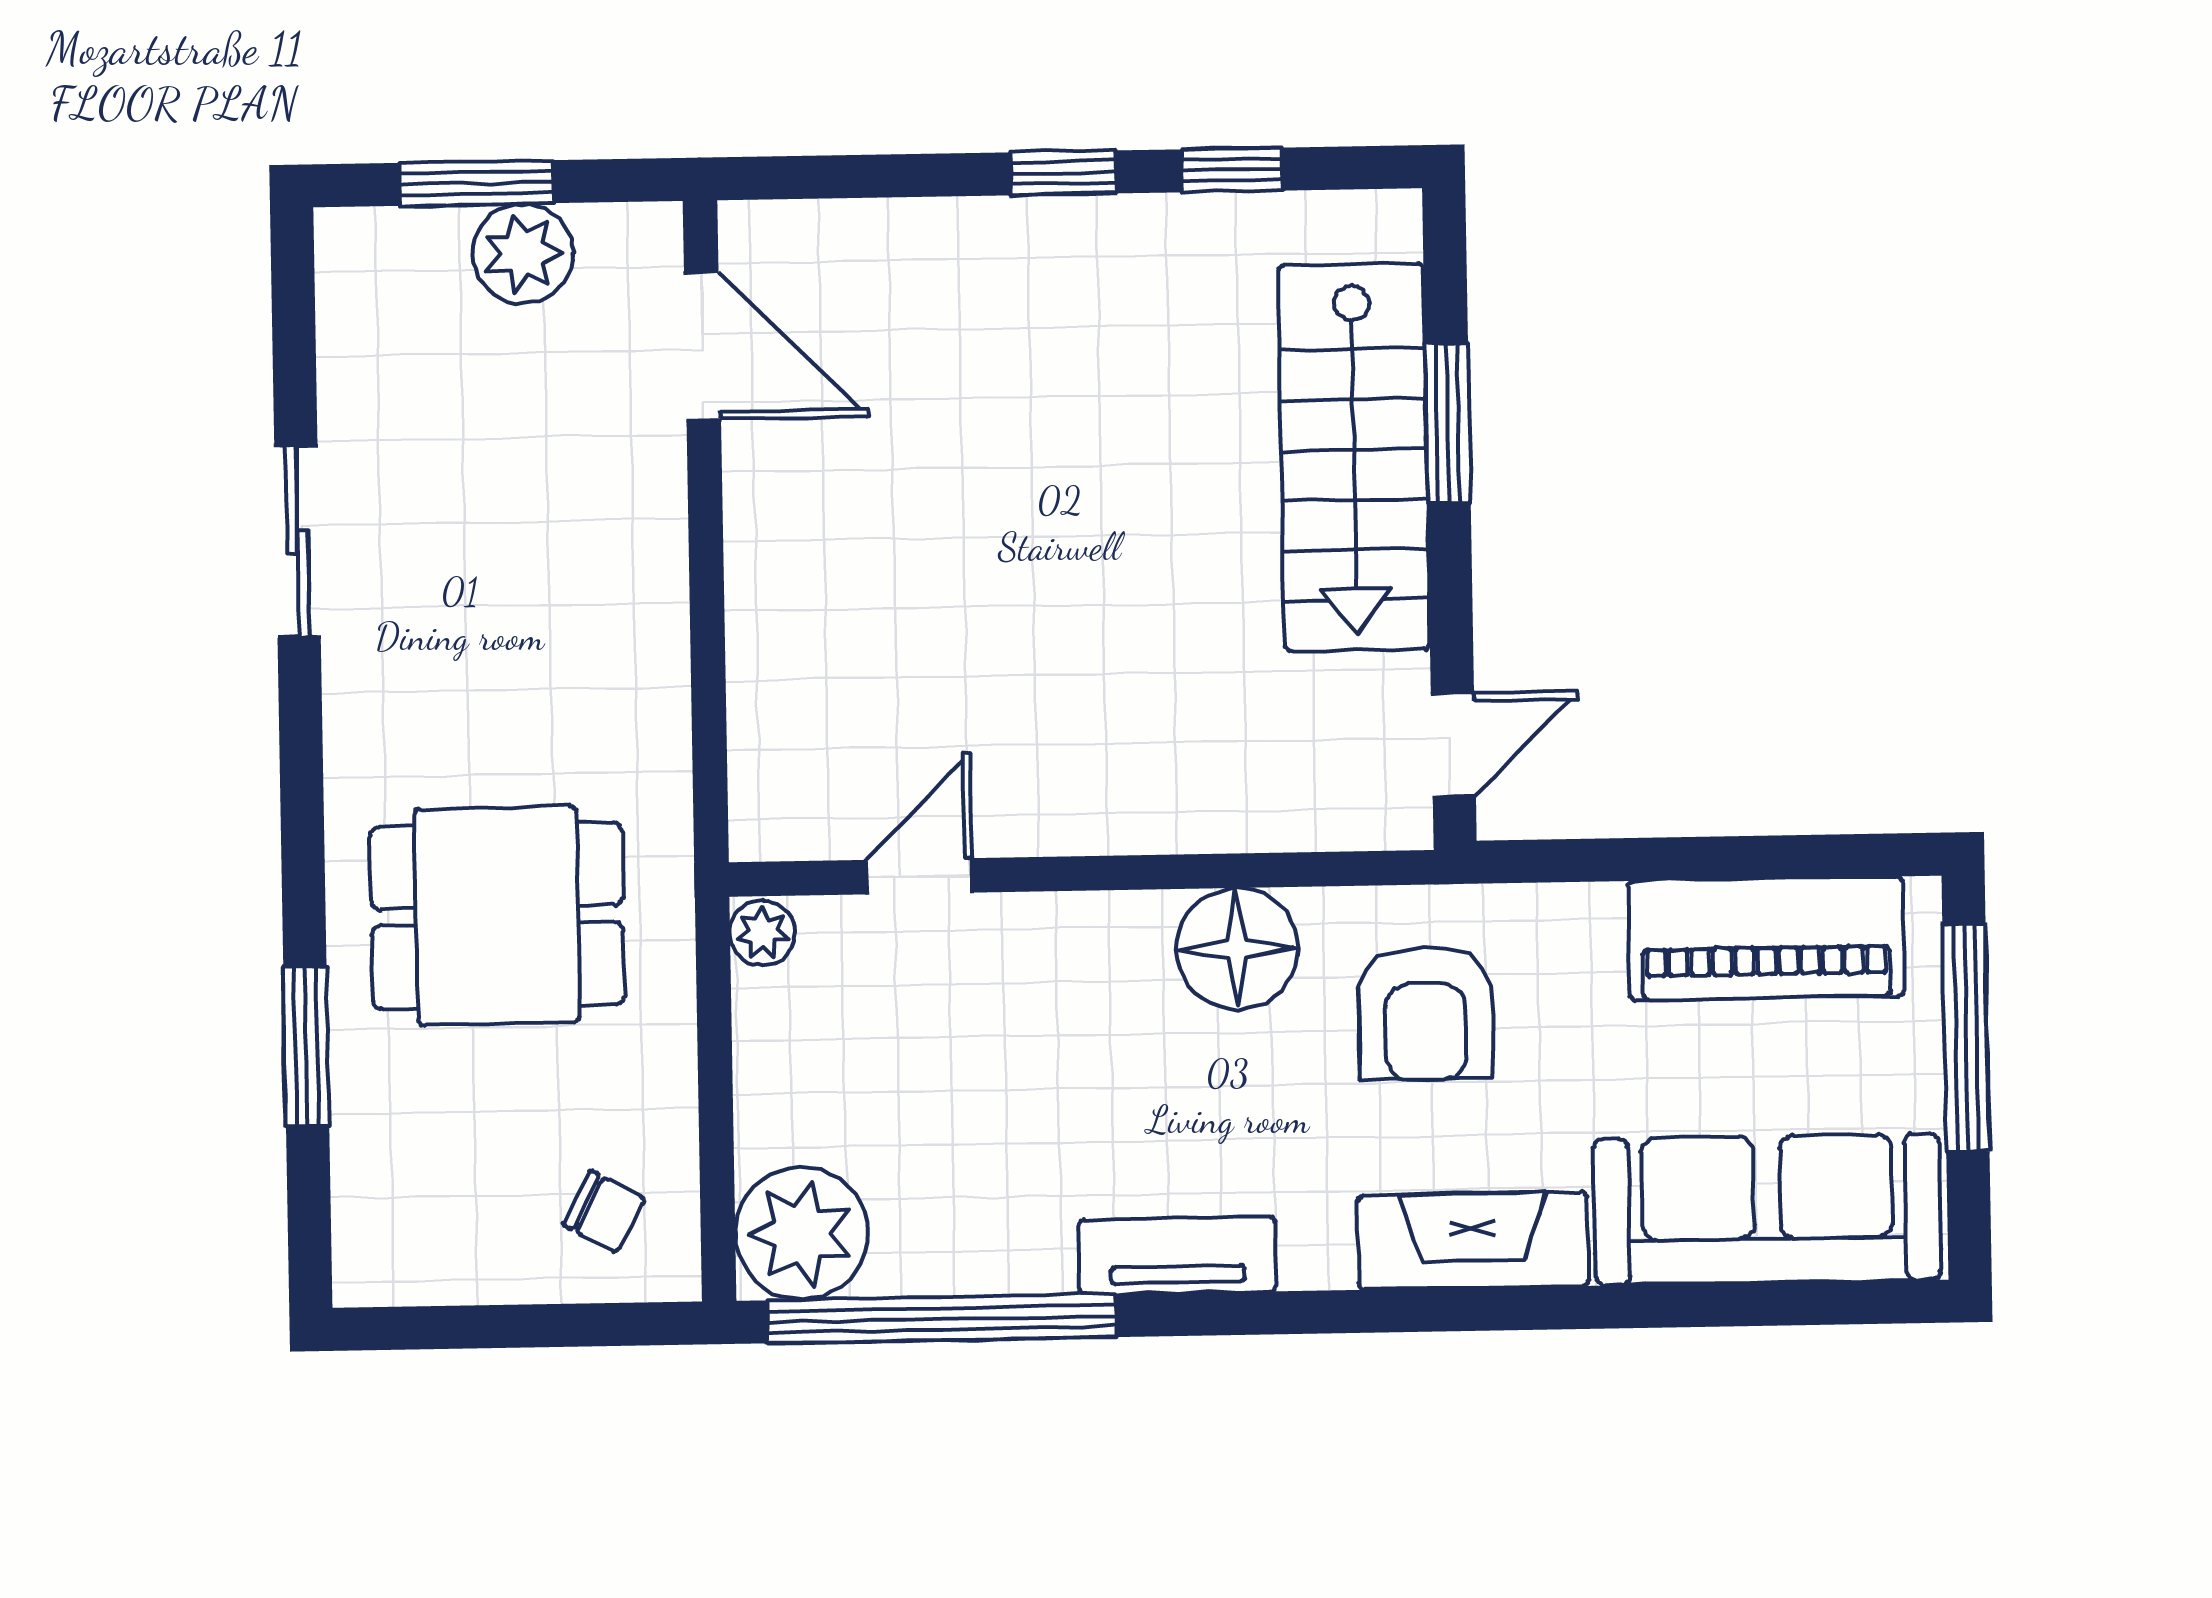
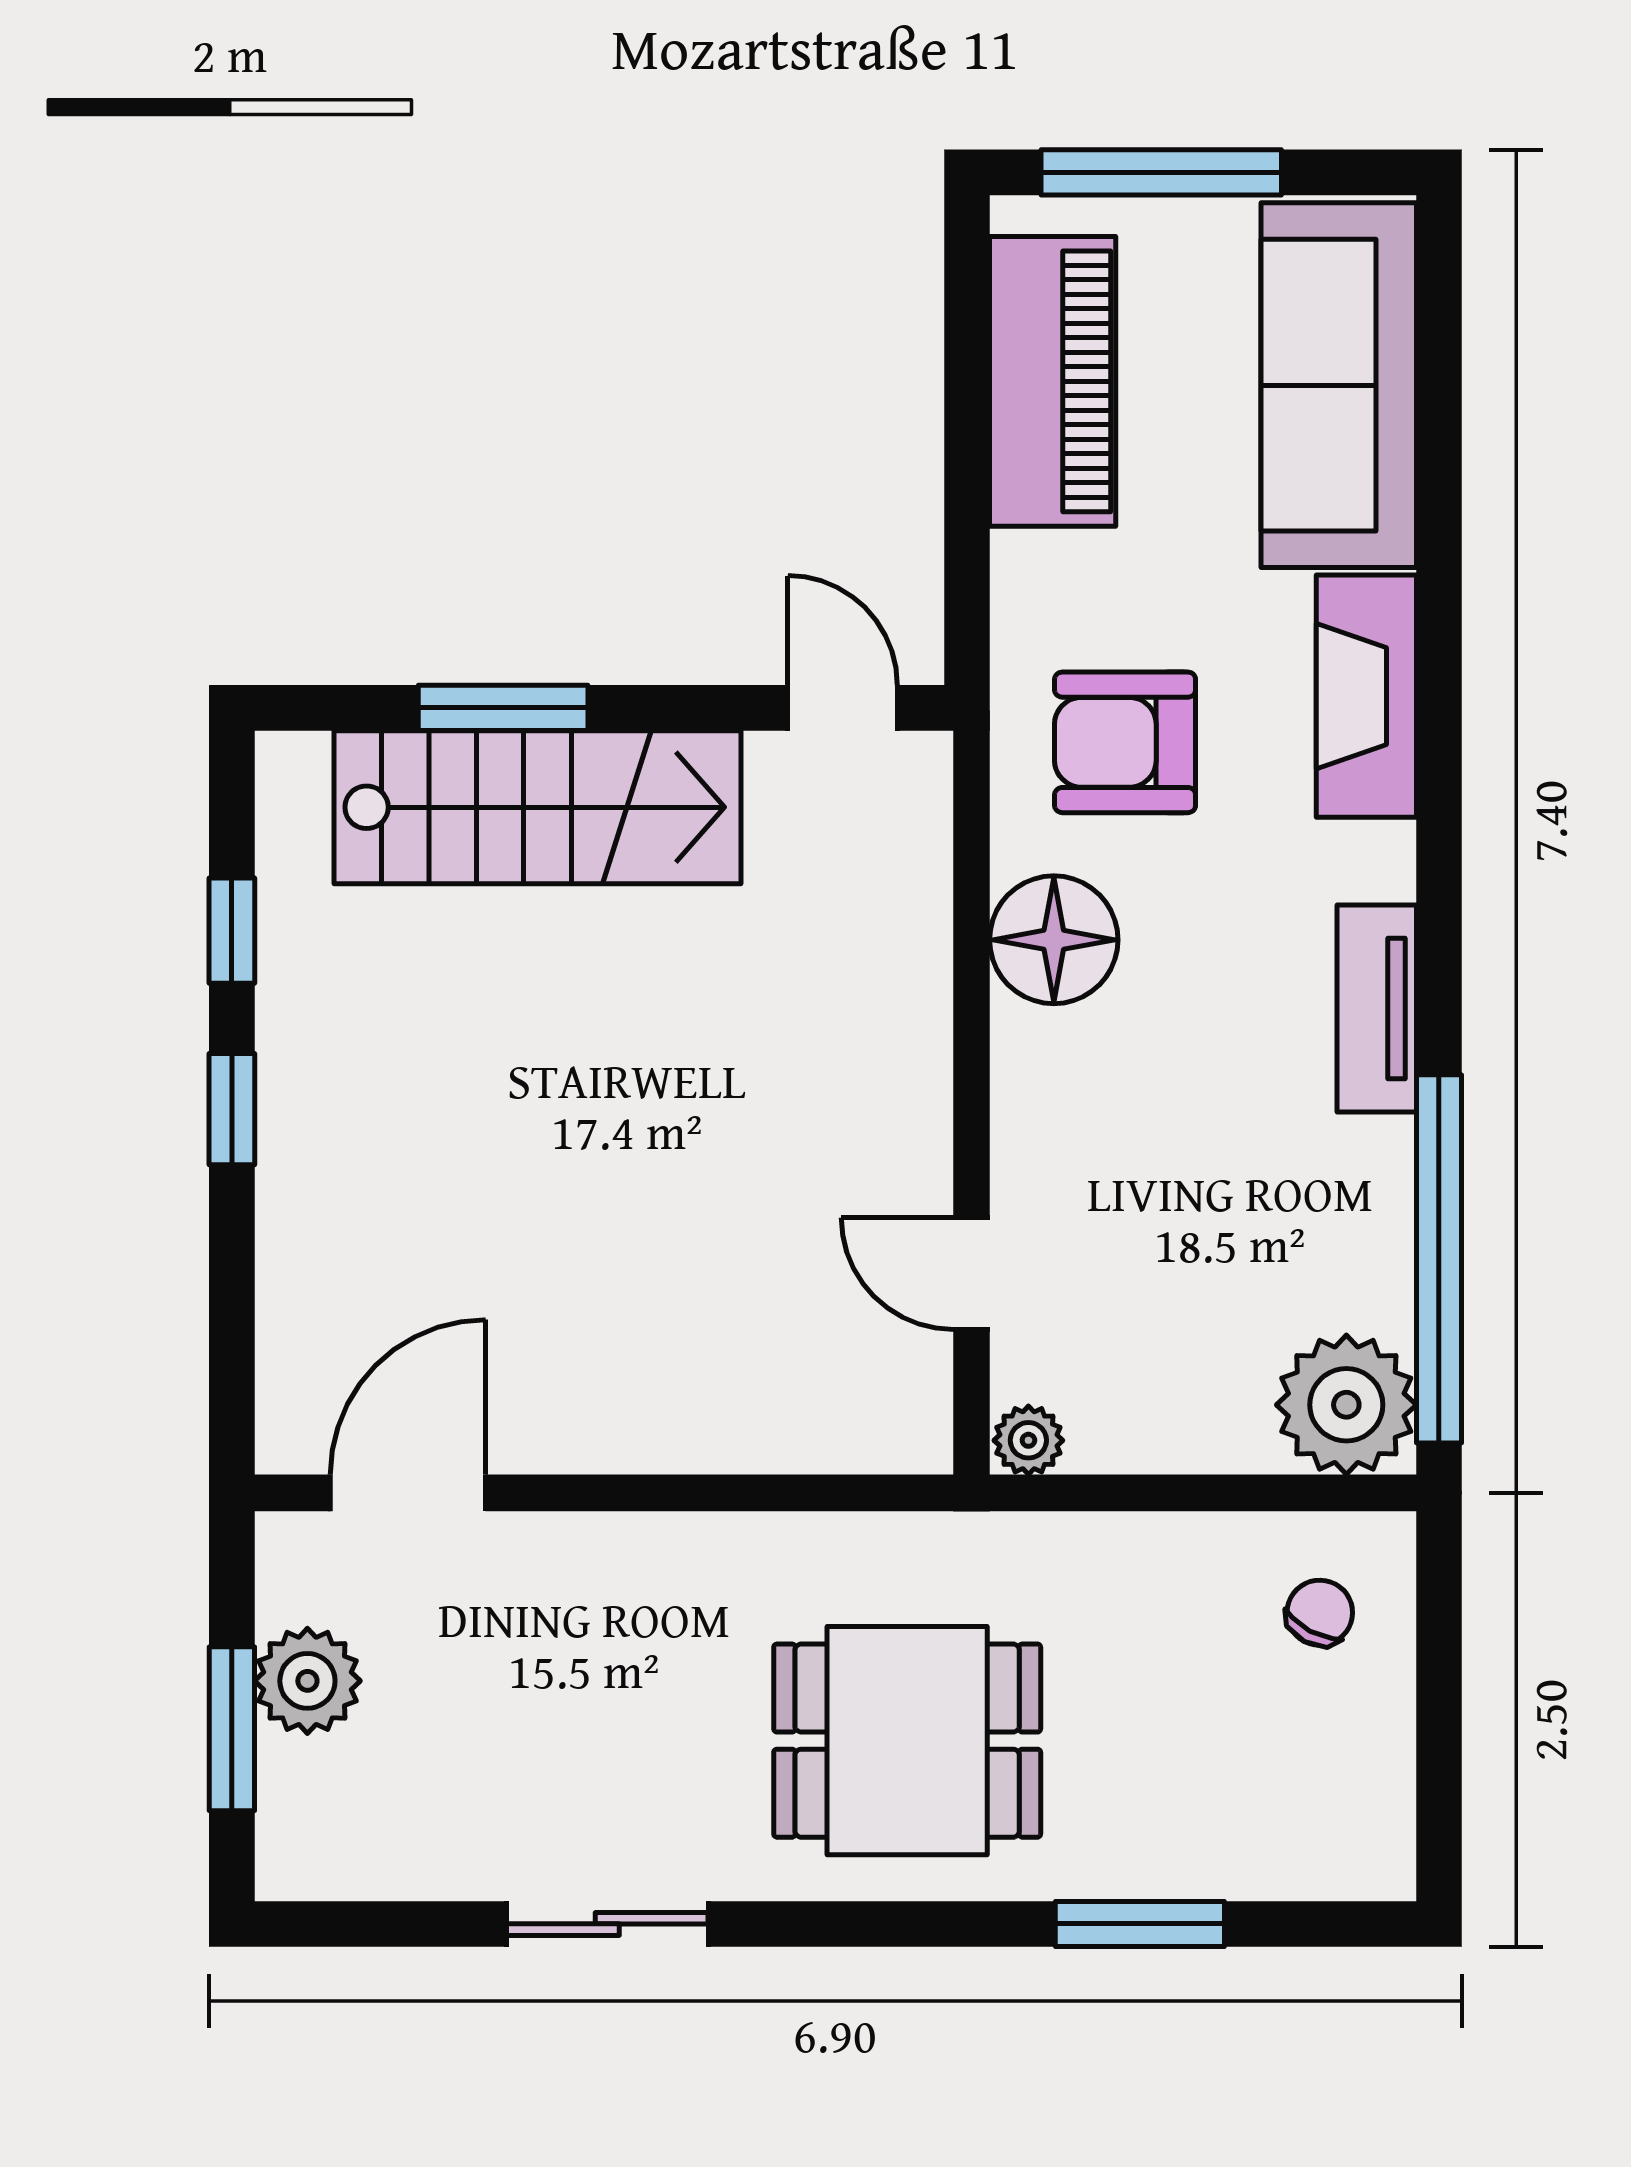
dining table: (497, 916) -> (907, 1741), moved, turned 90
armchair: (1425, 1013) -> (1125, 742), turned 180

